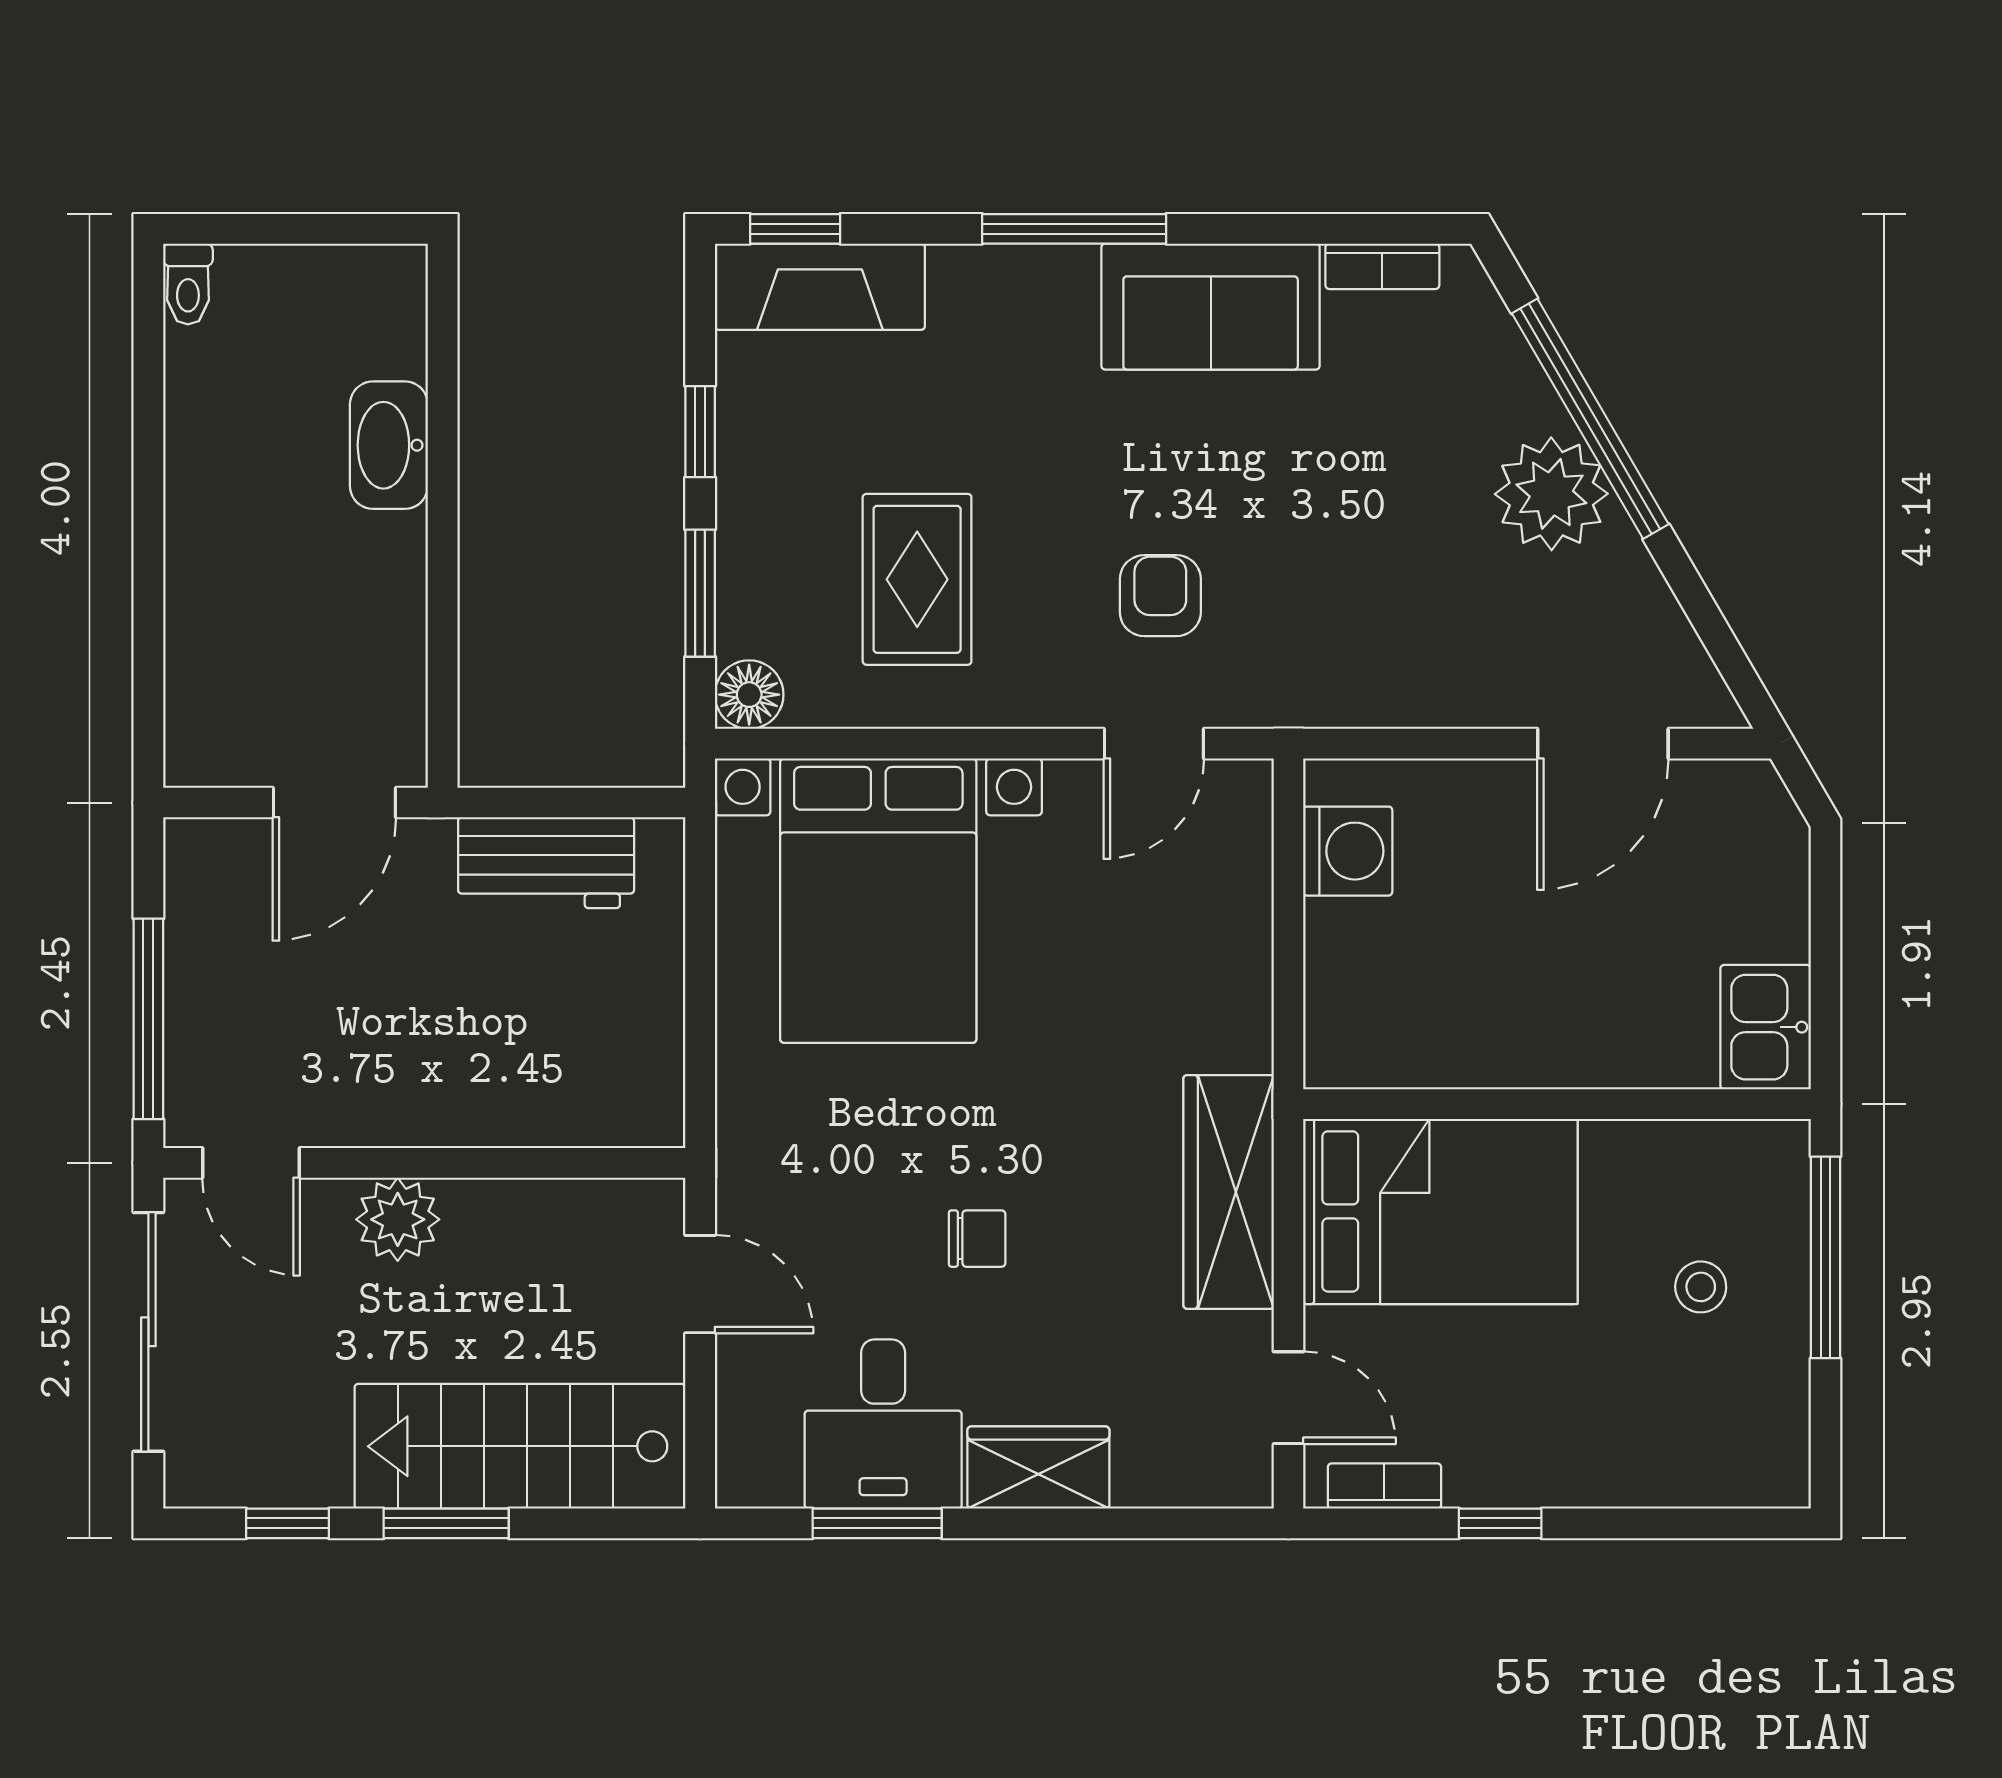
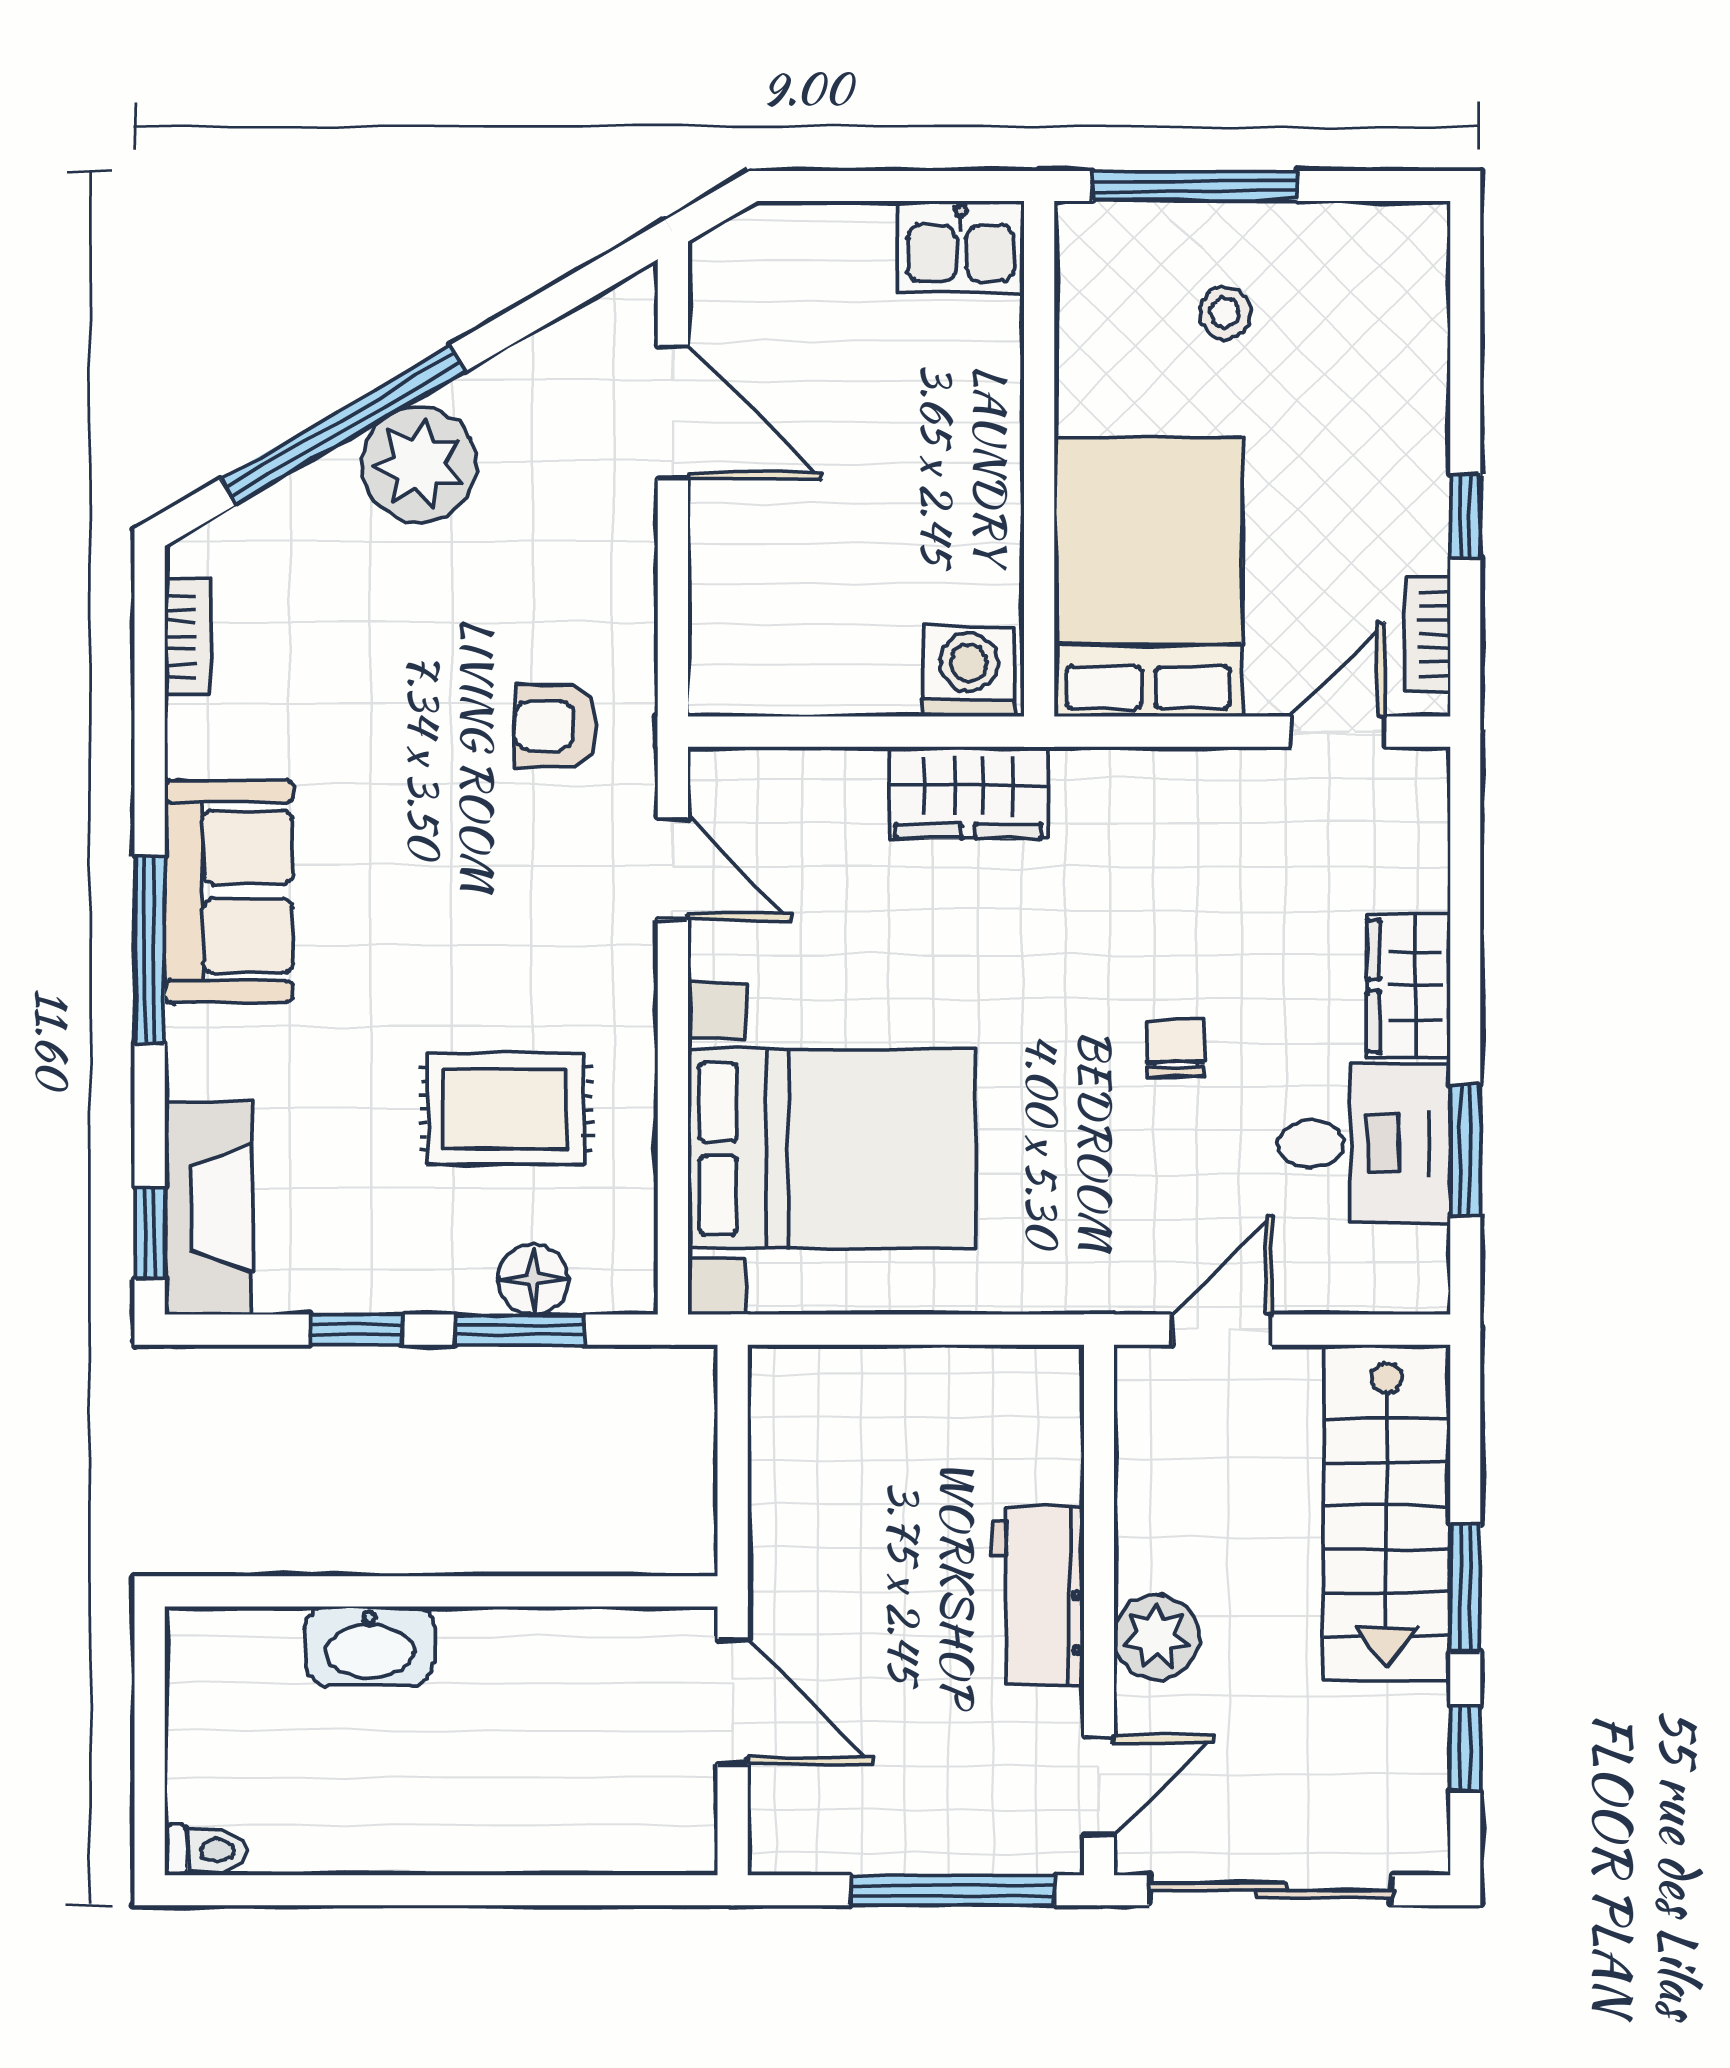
sofa: (1211, 307) -> (229, 891), moved
armchair: (1160, 596) -> (556, 726), moved
floor lamp: (749, 695) -> (533, 1280), moved
washing machine: (1348, 851) -> (969, 671), moved
workbench: (546, 863) -> (1038, 1596), moved, turned 180
wardrobe: (1229, 1192) -> (968, 793), moved, width x0.67

